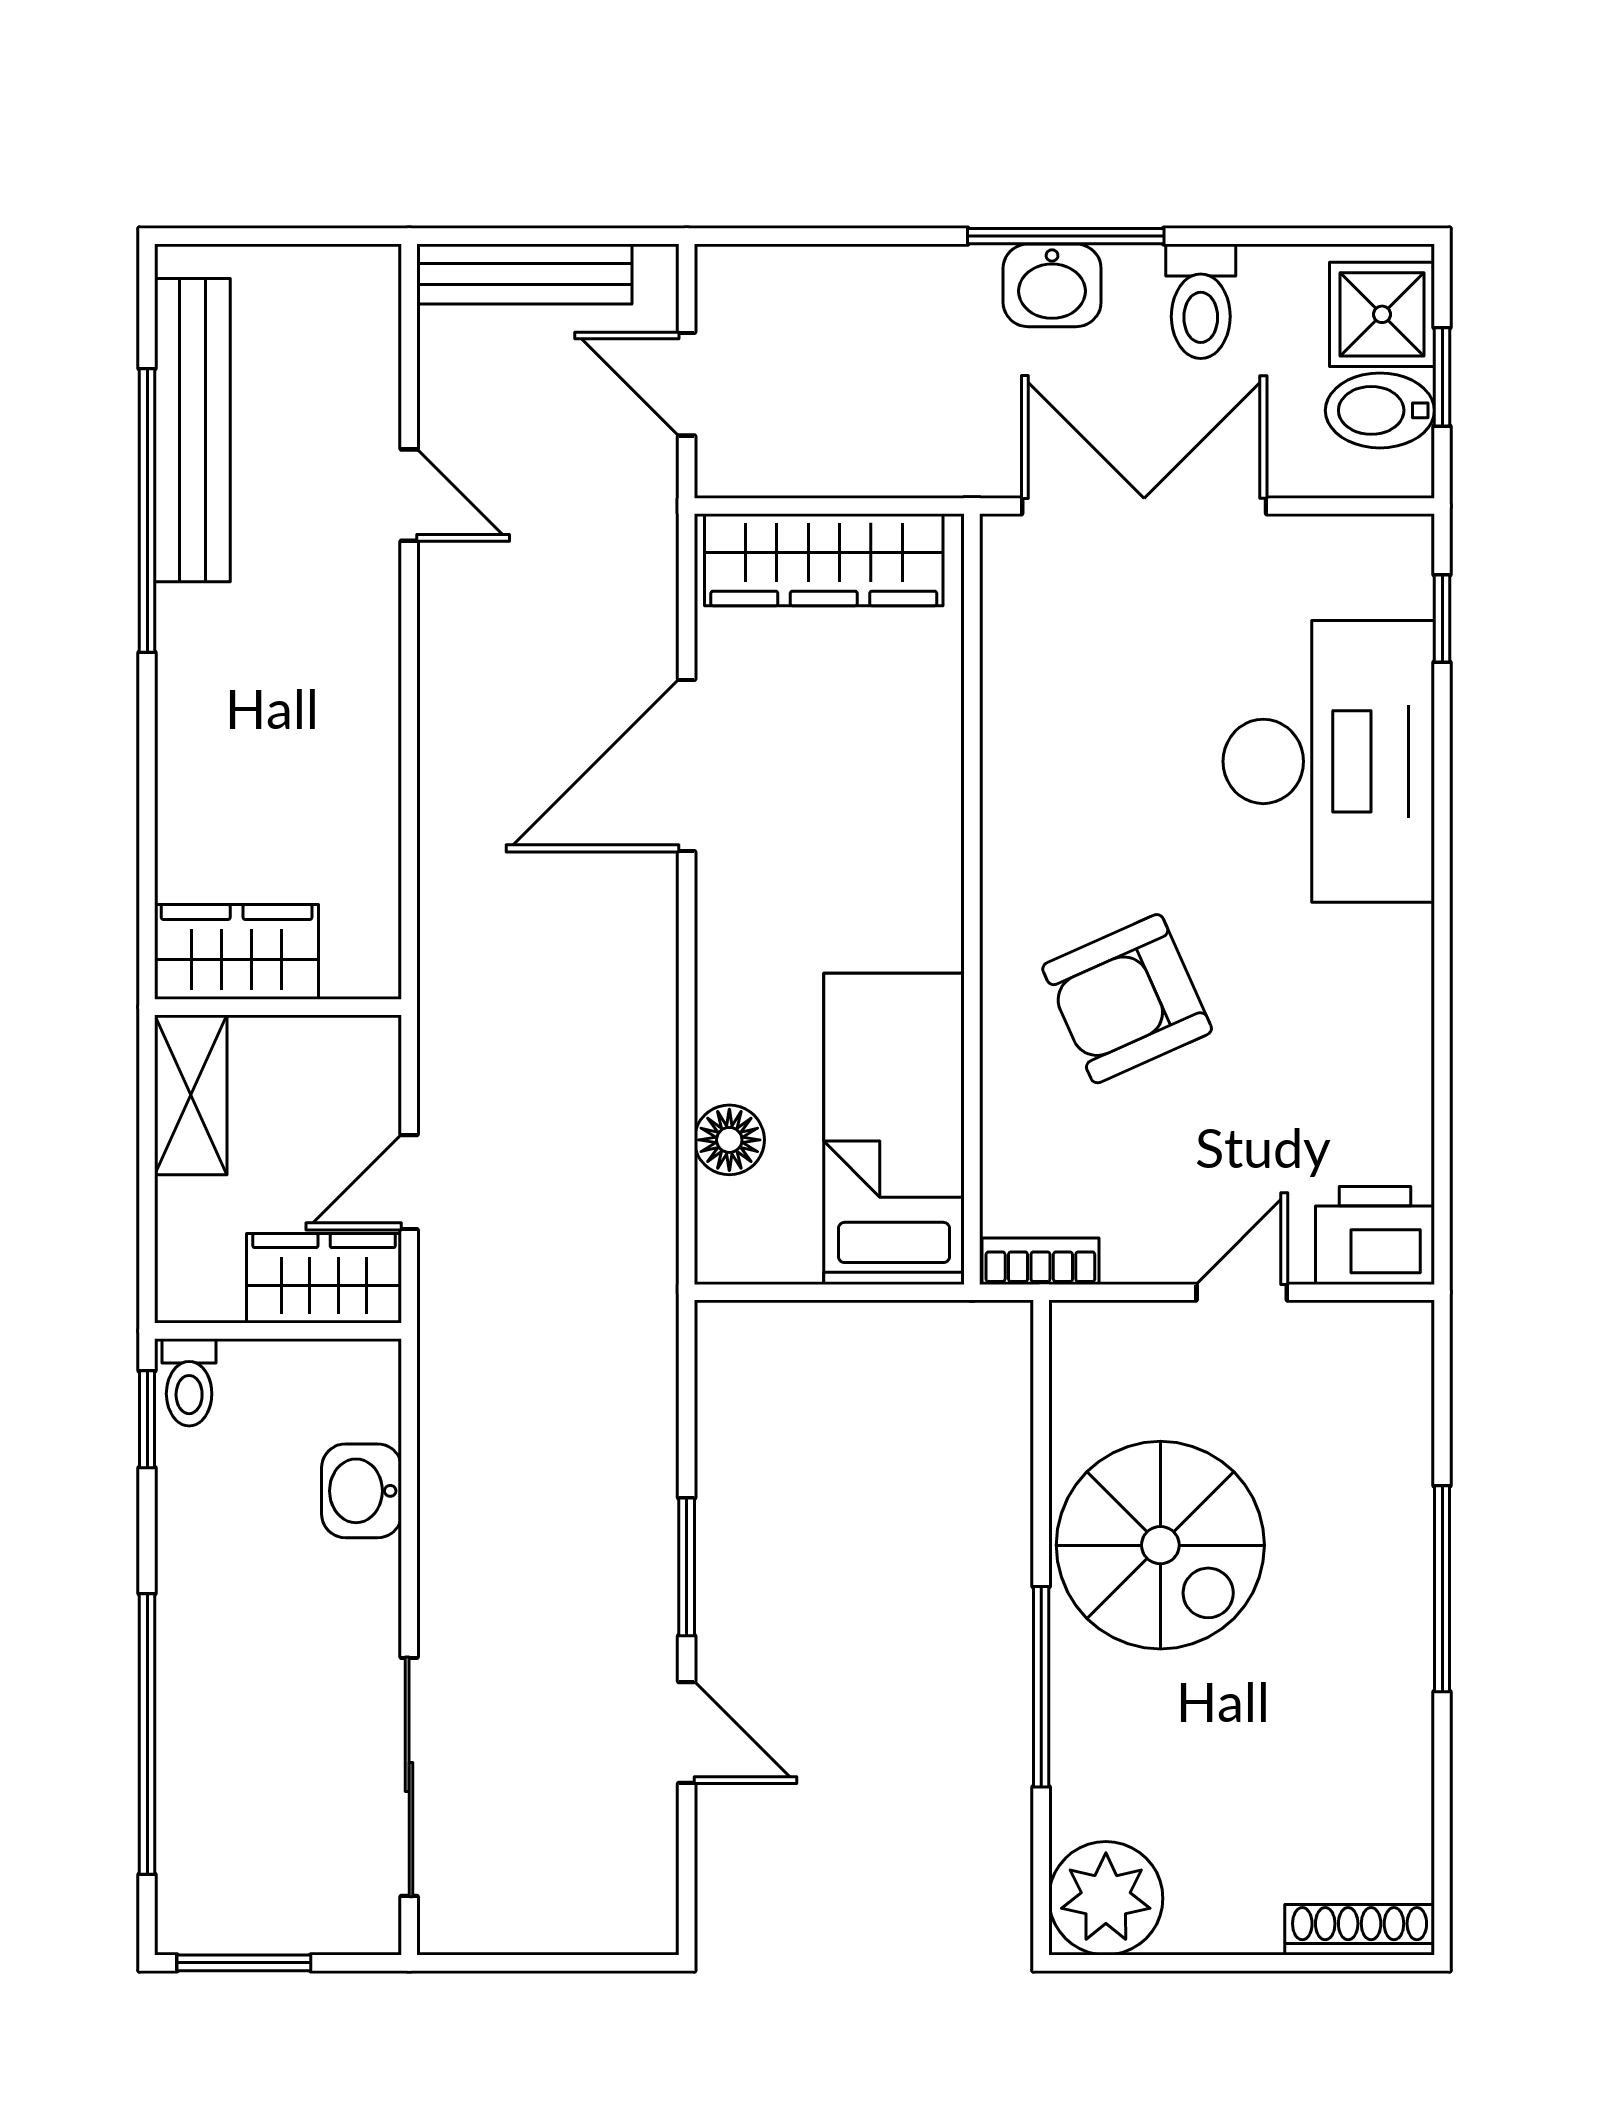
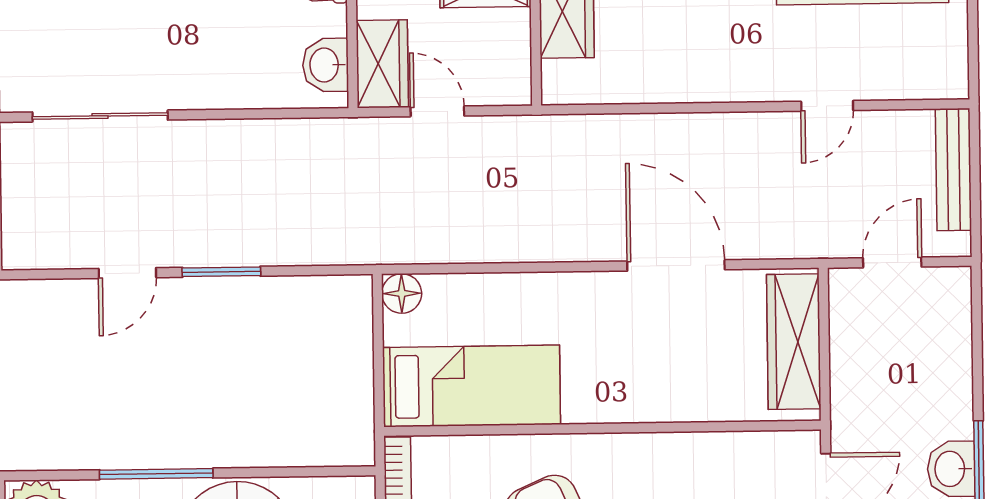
floor lamp: (729, 1140) -> (402, 293), moved
washbasin: (362, 1491) -> (325, 65), moved, turned -90

